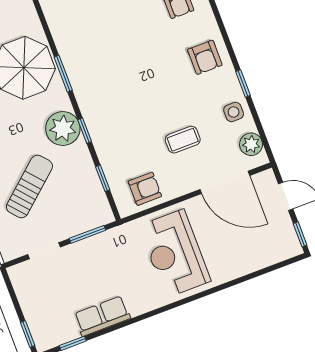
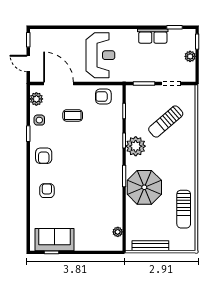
armchair: (205, 57) -> (44, 156), turned 180
plant: (30, 306) -> (190, 56), added

